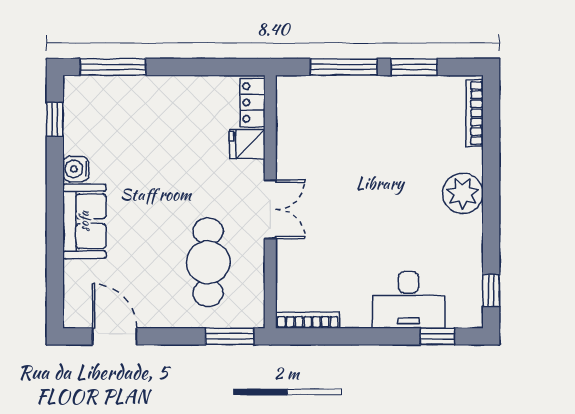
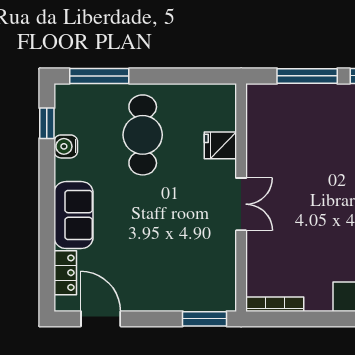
locker: (253, 102) -> (65, 273), moved, turned 180
water cooler: (76, 169) -> (66, 146), moved
cafe table: (208, 262) -> (143, 135), moved

